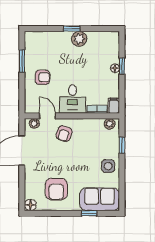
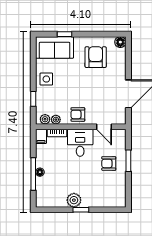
window: (22, 61) -> (128, 161), moved
window: (122, 66) -> (33, 174), width x2.17
plant: (34, 123) -> (56, 120), moved
armchair: (64, 134) -> (78, 114), moved, turned -110

